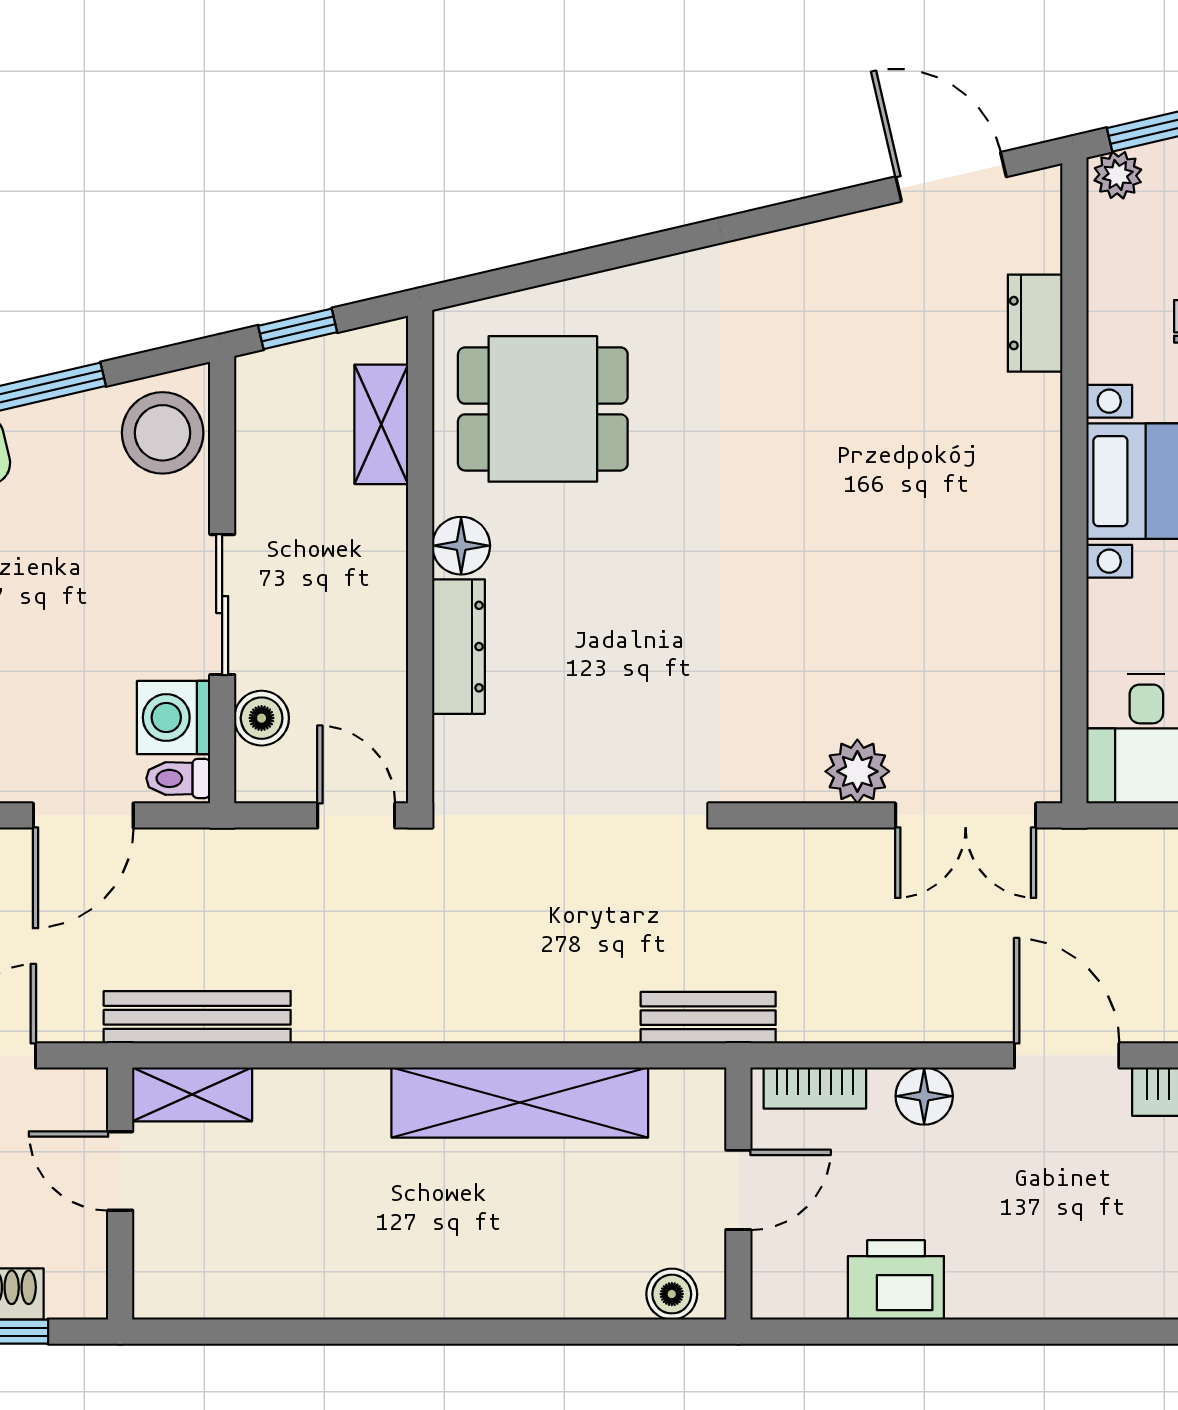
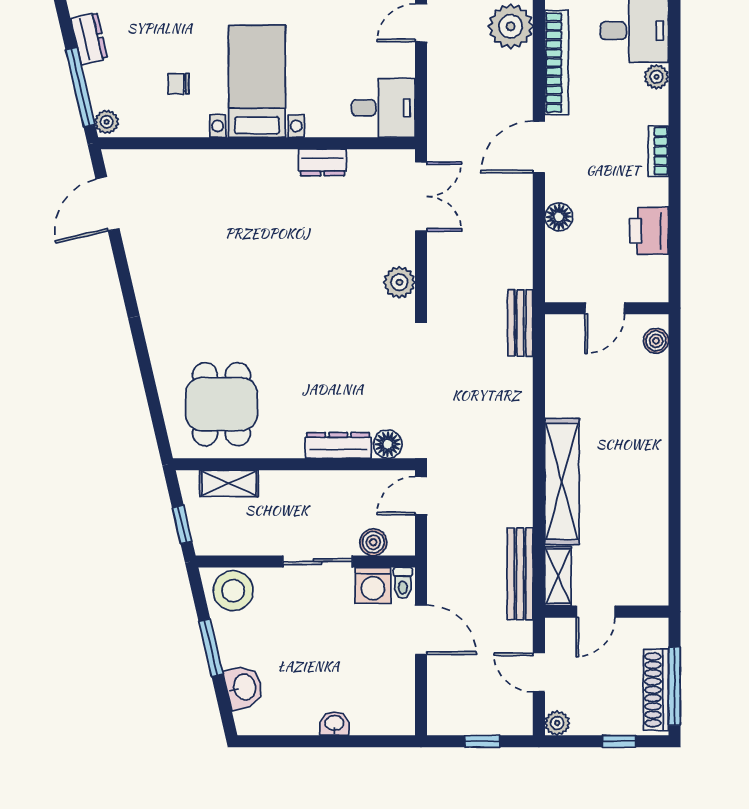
dresser: (1035, 323) -> (322, 162), moved
floor lamp: (461, 546) -> (388, 444), moved
plant: (857, 771) -> (399, 282), moved
bookcase: (815, 1088) -> (658, 151), moved, turned 180
shelving: (520, 1102) -> (562, 481), moved
door: (738, 1190) -> (605, 308), swing flipped

